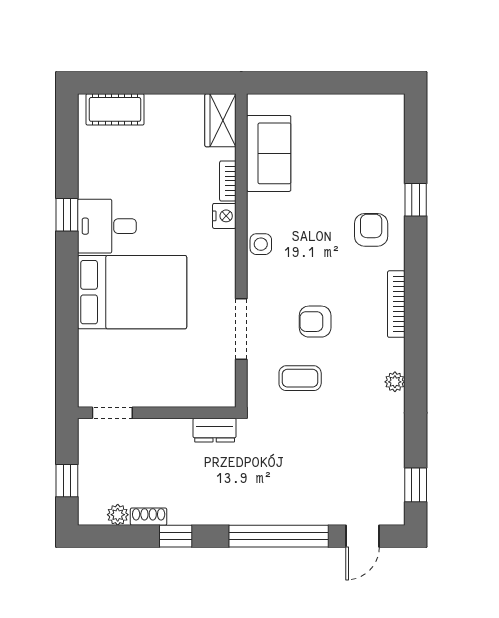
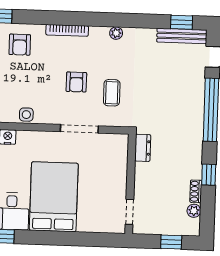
armchair: (371, 230) -> (20, 45), turned -90
bench: (394, 486) -> (182, 36), added

